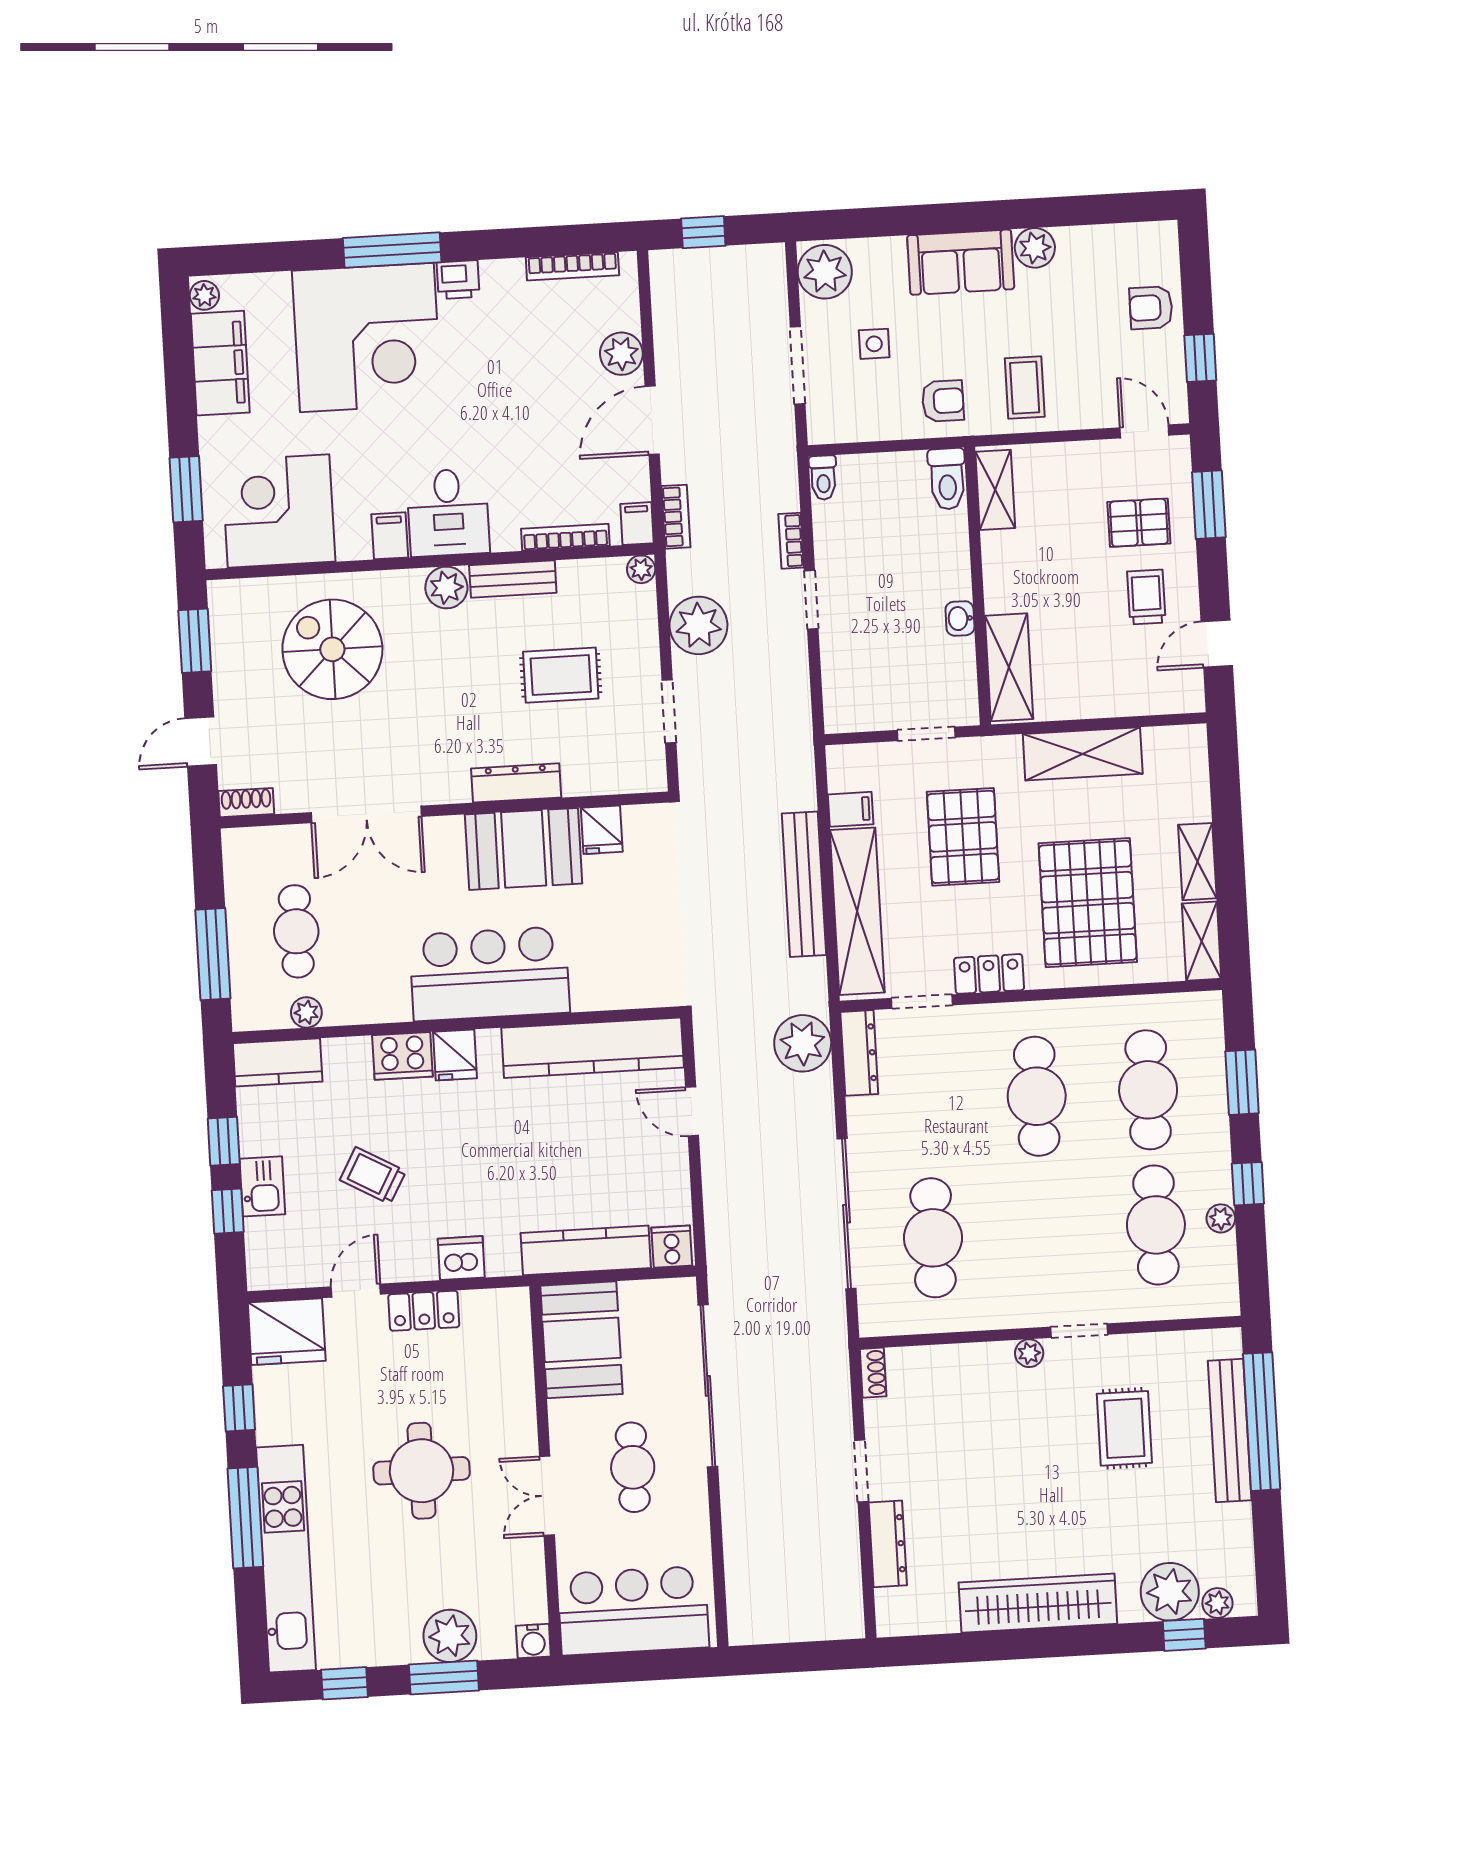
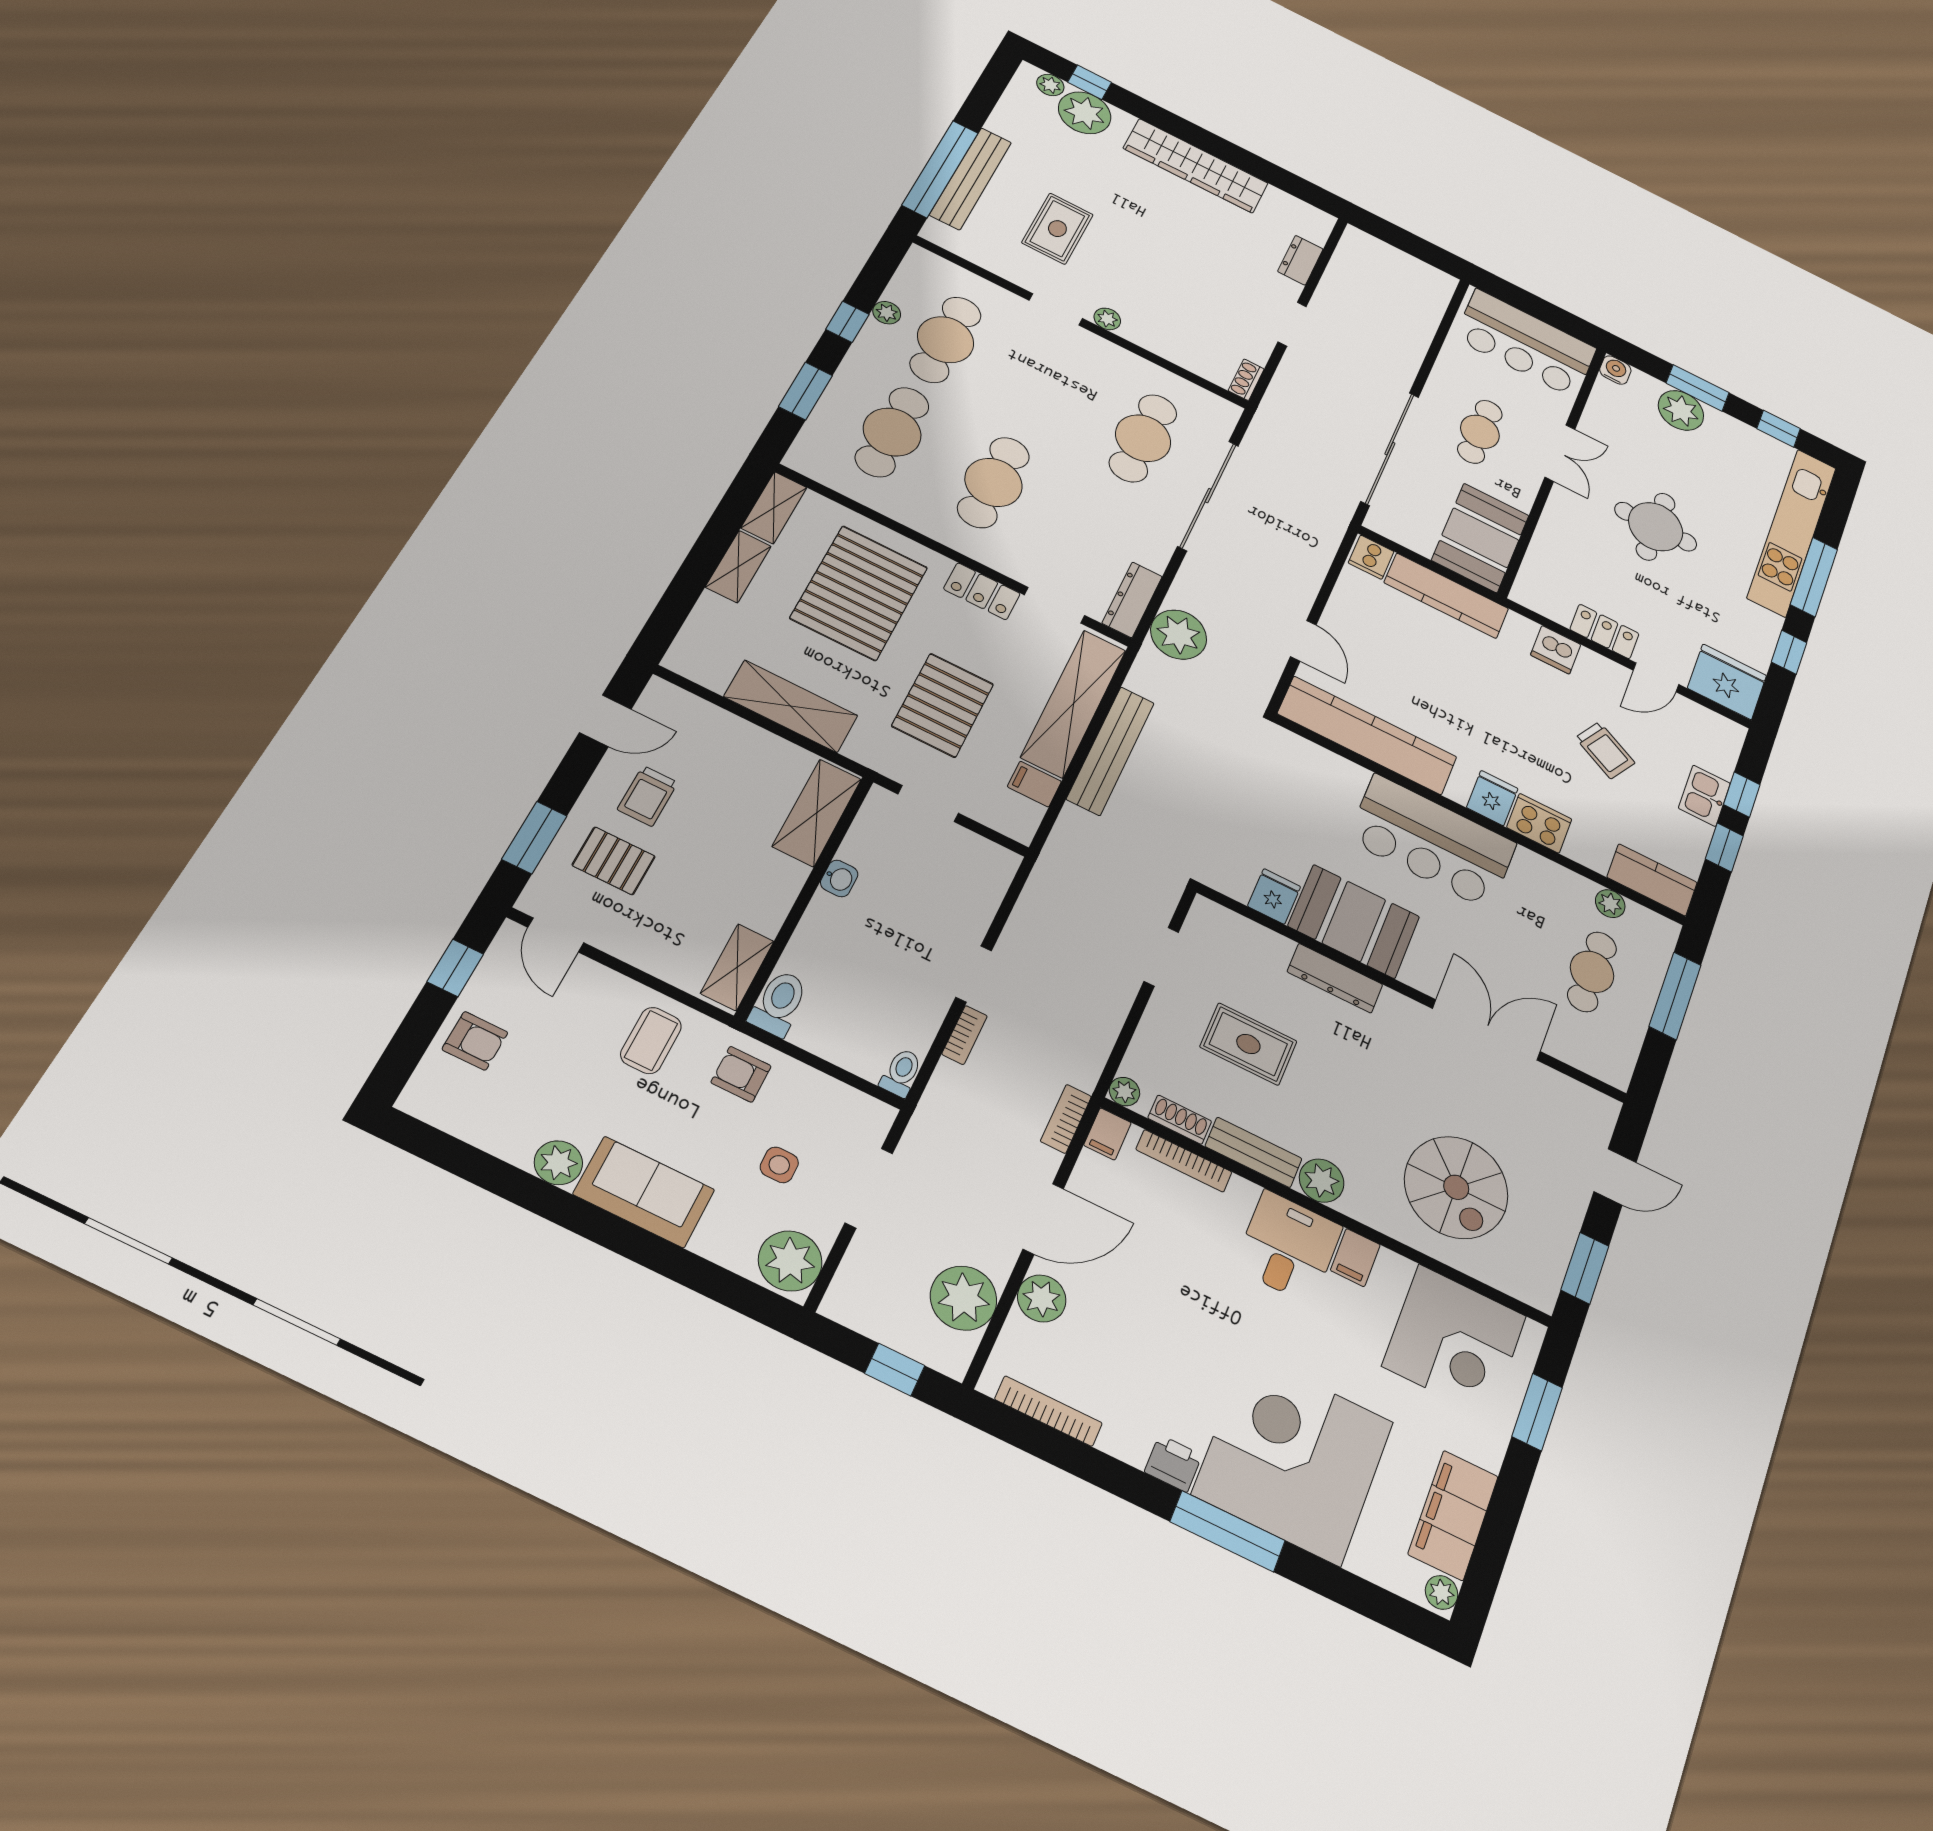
plant: (698, 625) -> (964, 1298), moved
shoe rack: (246, 803) -> (1180, 1120), moved, turned 180
dresser: (888, 1544) -> (1300, 260), width x0.70

